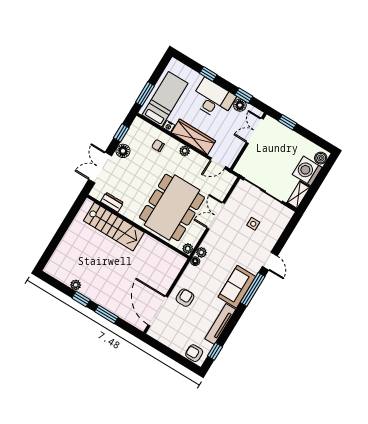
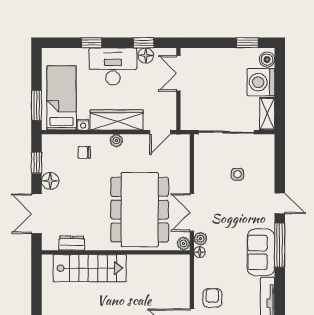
window: (288, 122) -> (247, 43), moved
double door: (216, 216) -> (192, 213), moved

